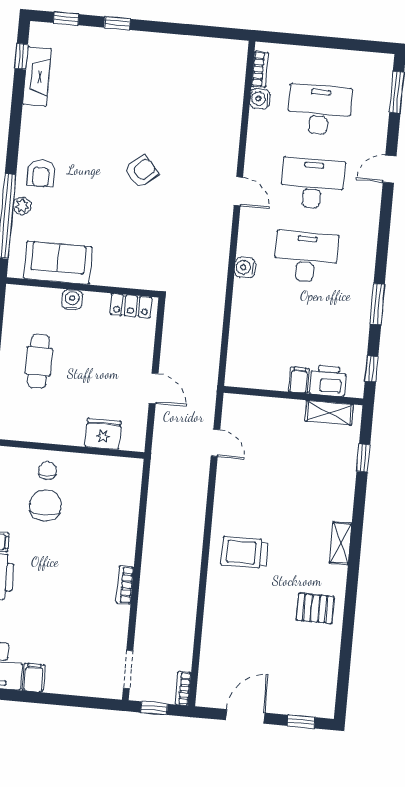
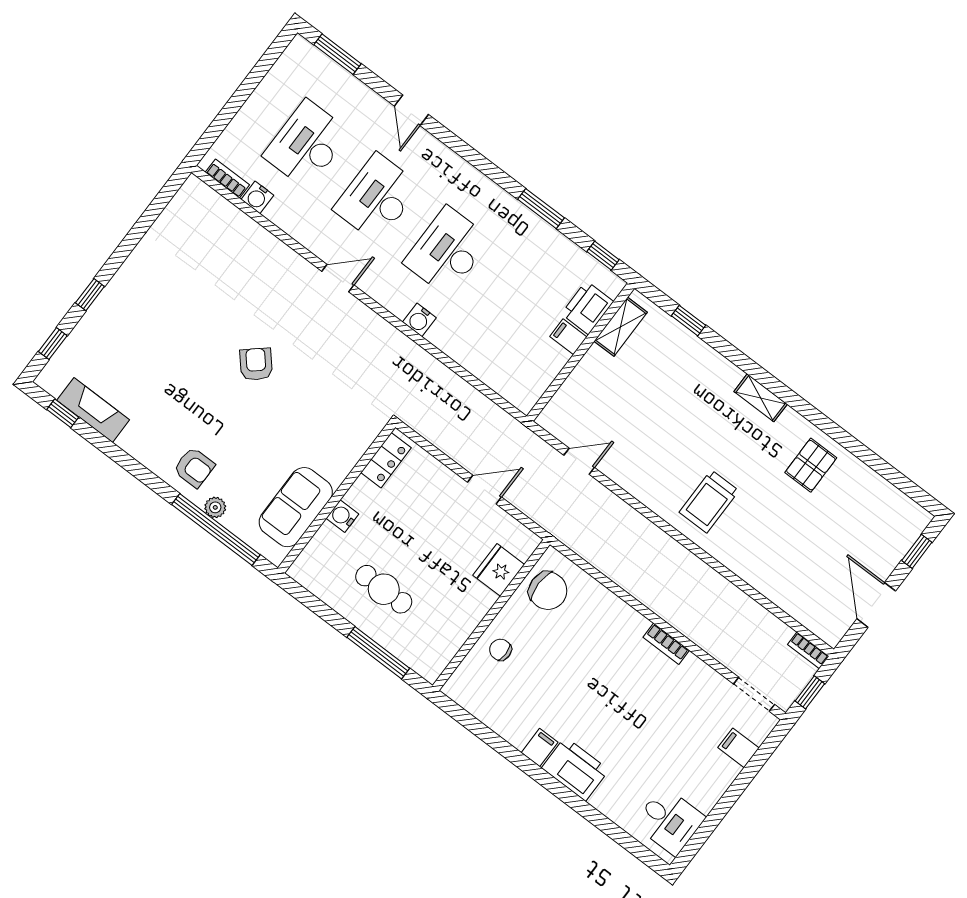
chair: (46, 505) -> (548, 591), moved, turned 180
filing cabinet: (34, 678) -> (739, 748), moved

